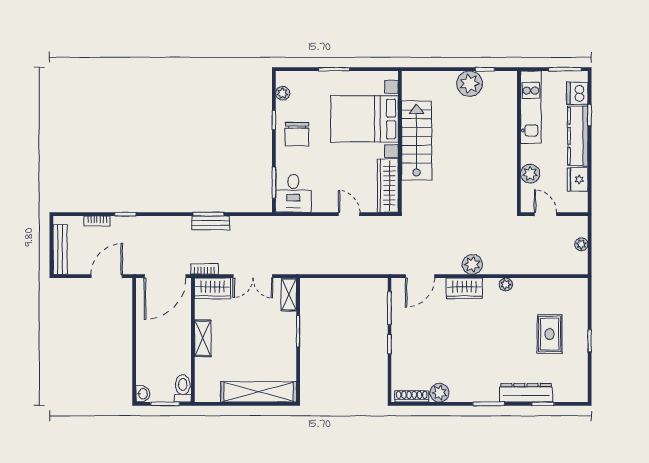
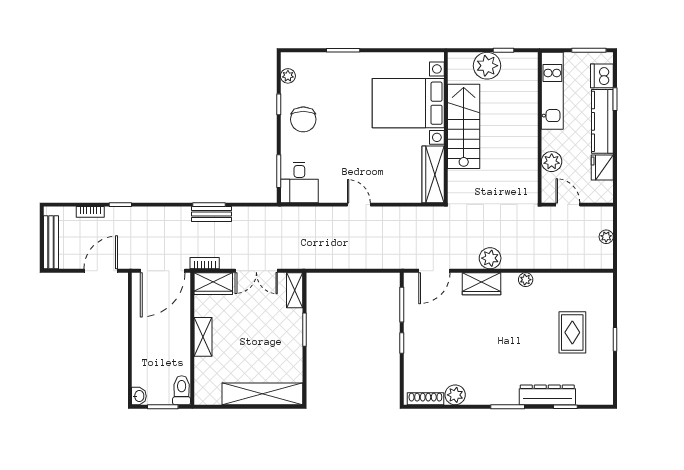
bed with nightstands: (364, 119) -> (408, 103), moved
stairs: (417, 141) -> (464, 126), moved
wall: (400, 142) -> (446, 127), moved
wardrobe: (388, 186) -> (433, 174), moved

